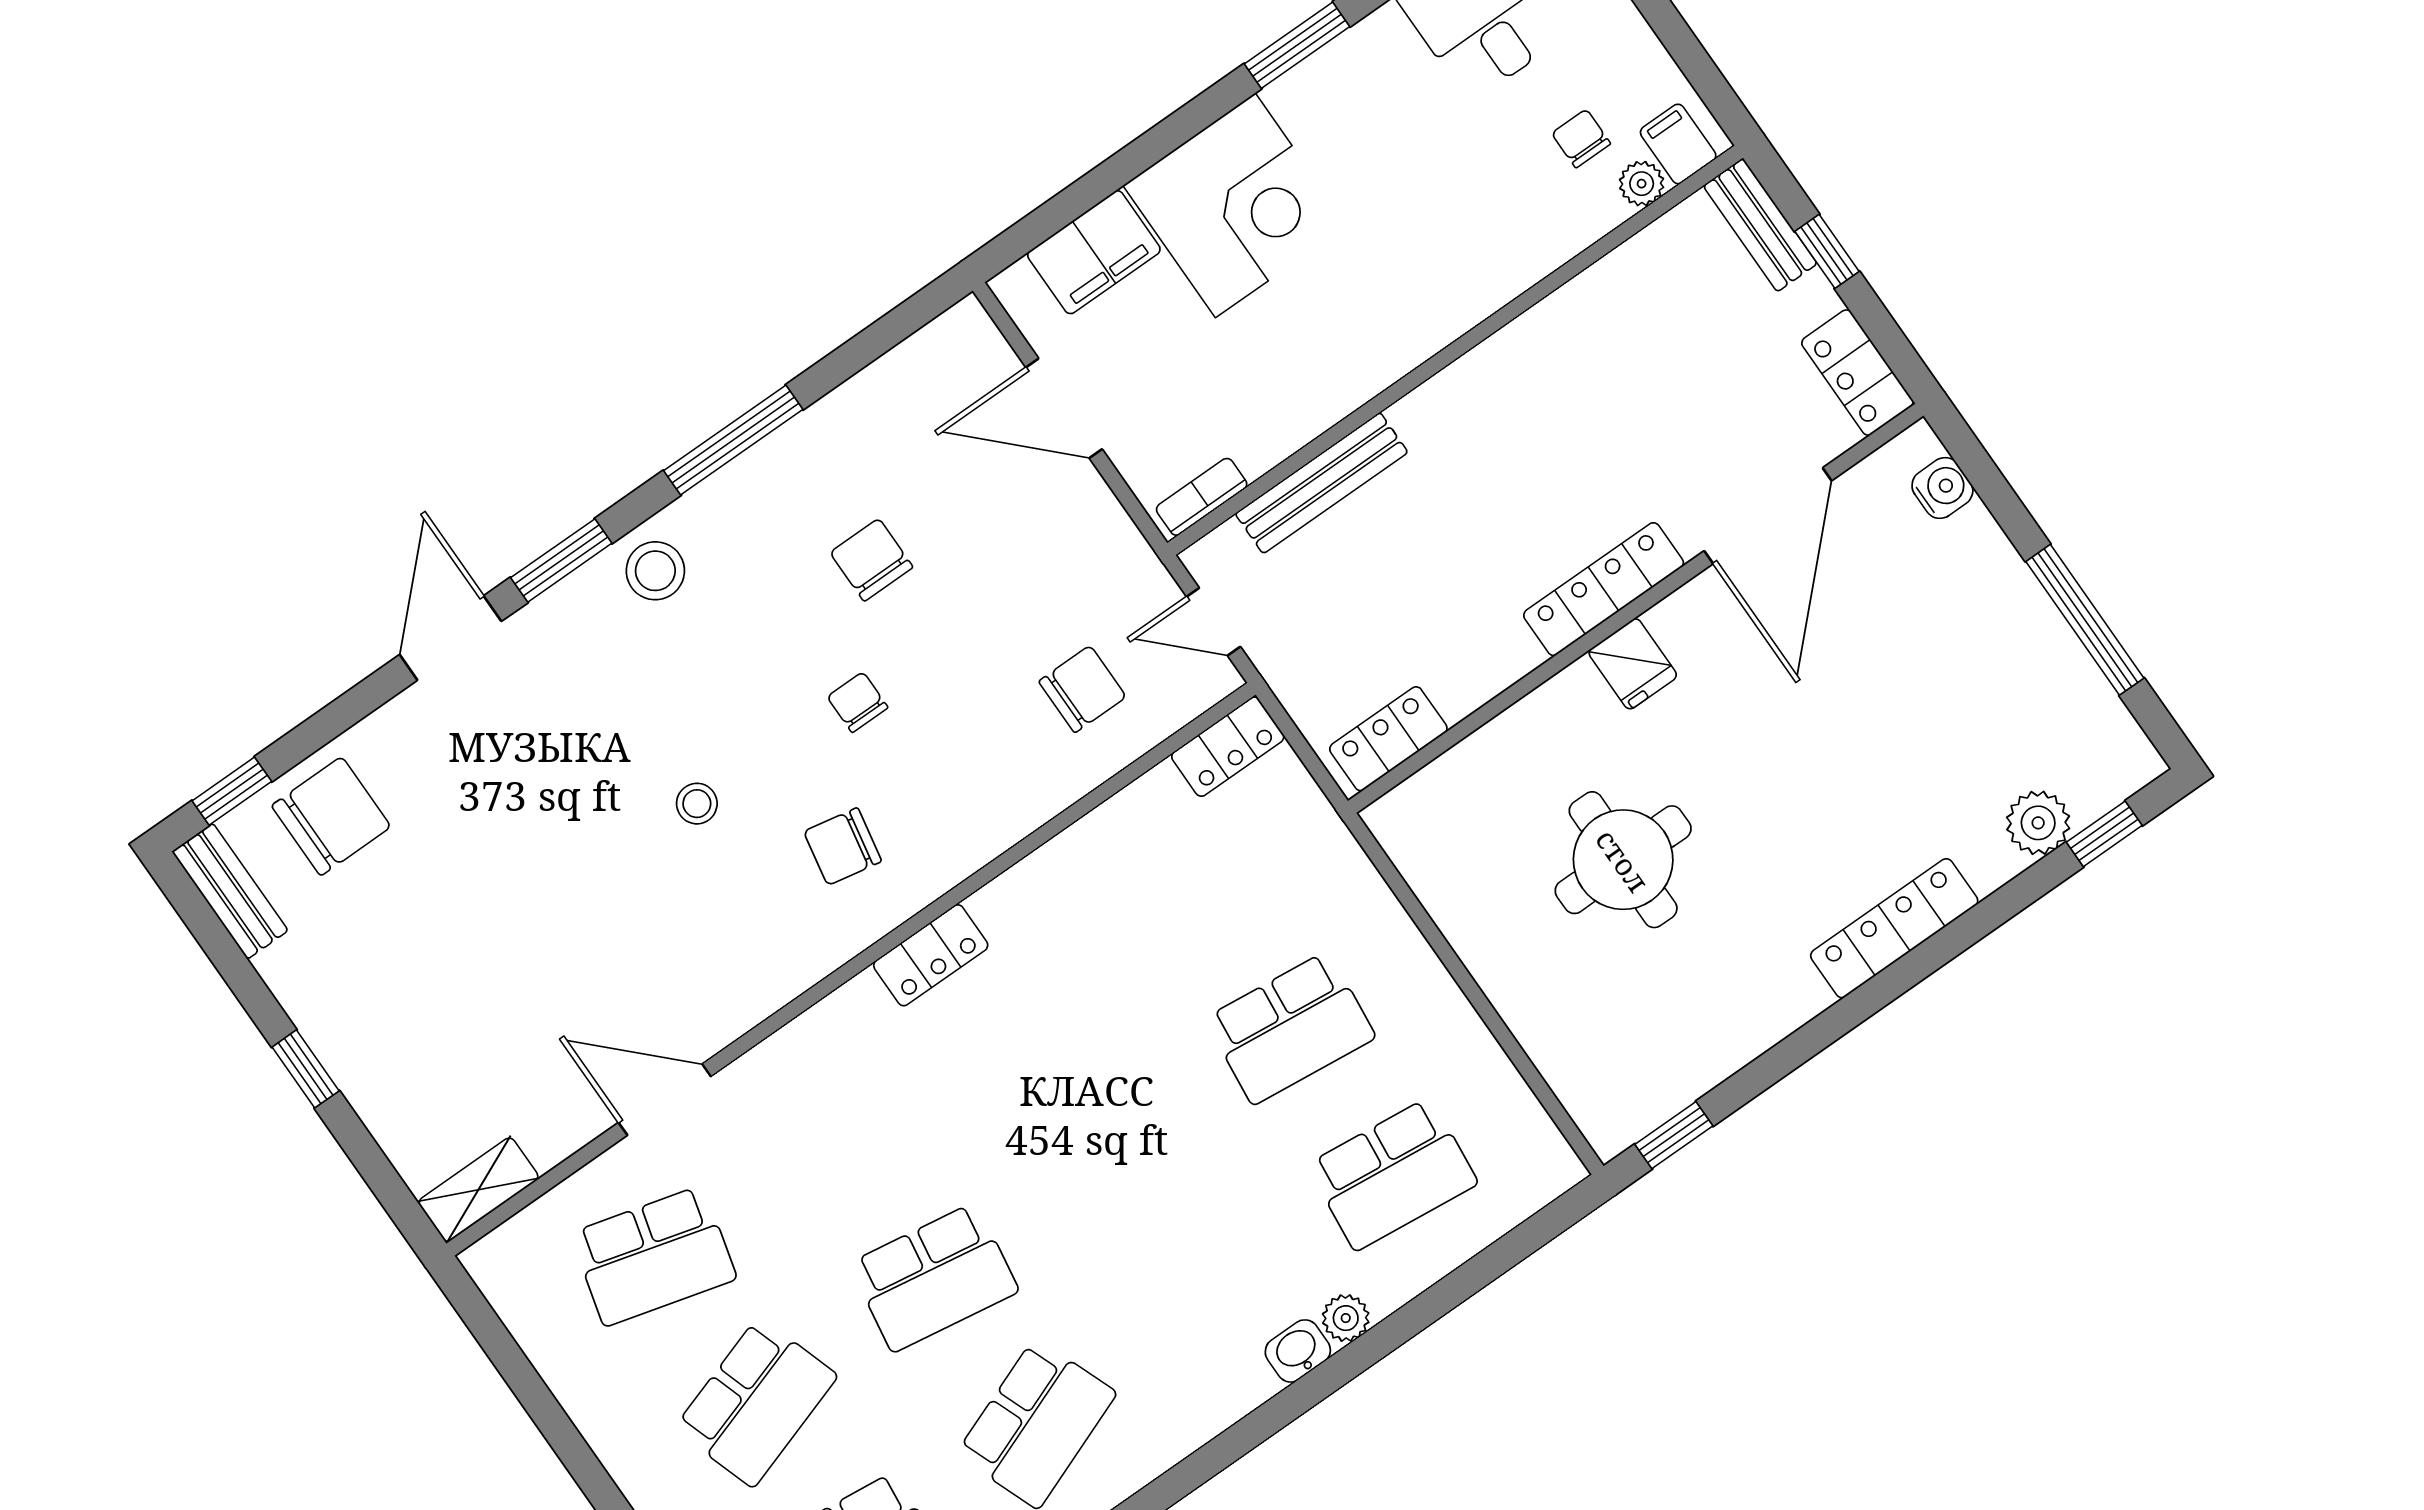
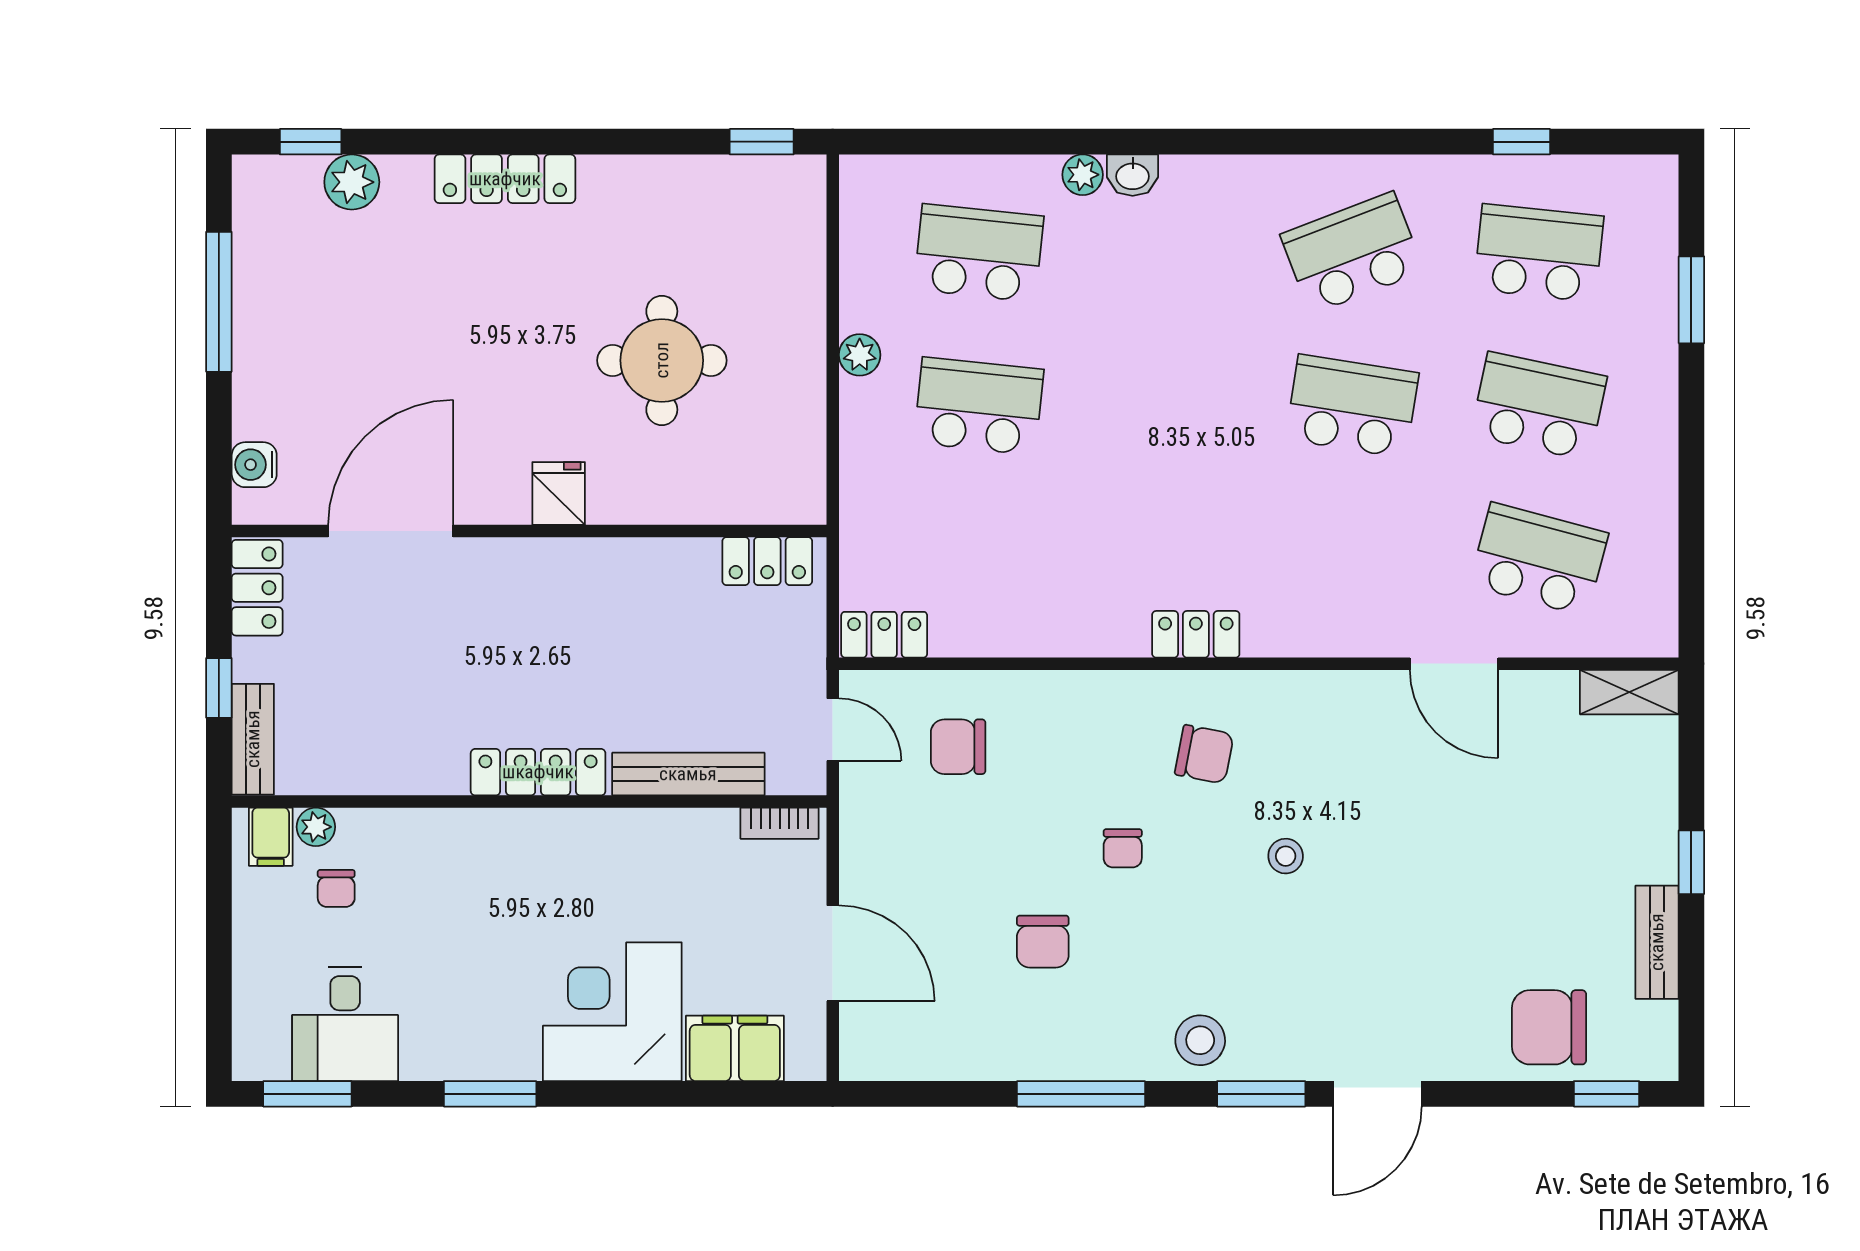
locker: (1604, 589) -> (538, 772), moved, turned 180
bench: (230, 891) -> (1657, 942), moved
plant: (1438, 997) -> (860, 355), added
school desk: (756, 1402) -> (1539, 406), turned 30

